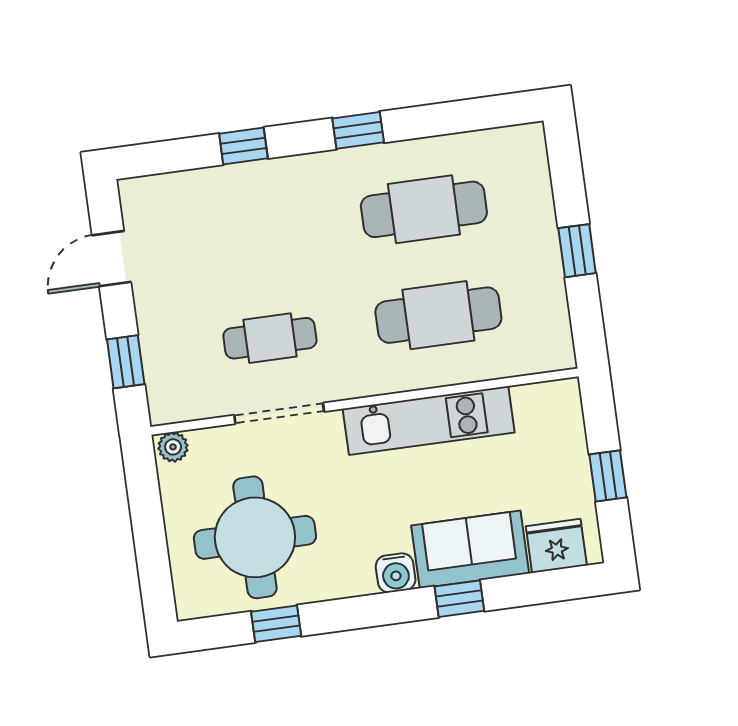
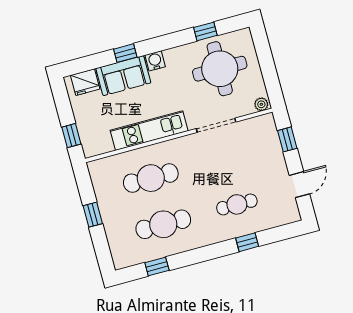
window: (358, 130) -> (157, 267), moved
cafe table: (270, 338) -> (237, 204), moved
window: (608, 476) -> (71, 136), moved

